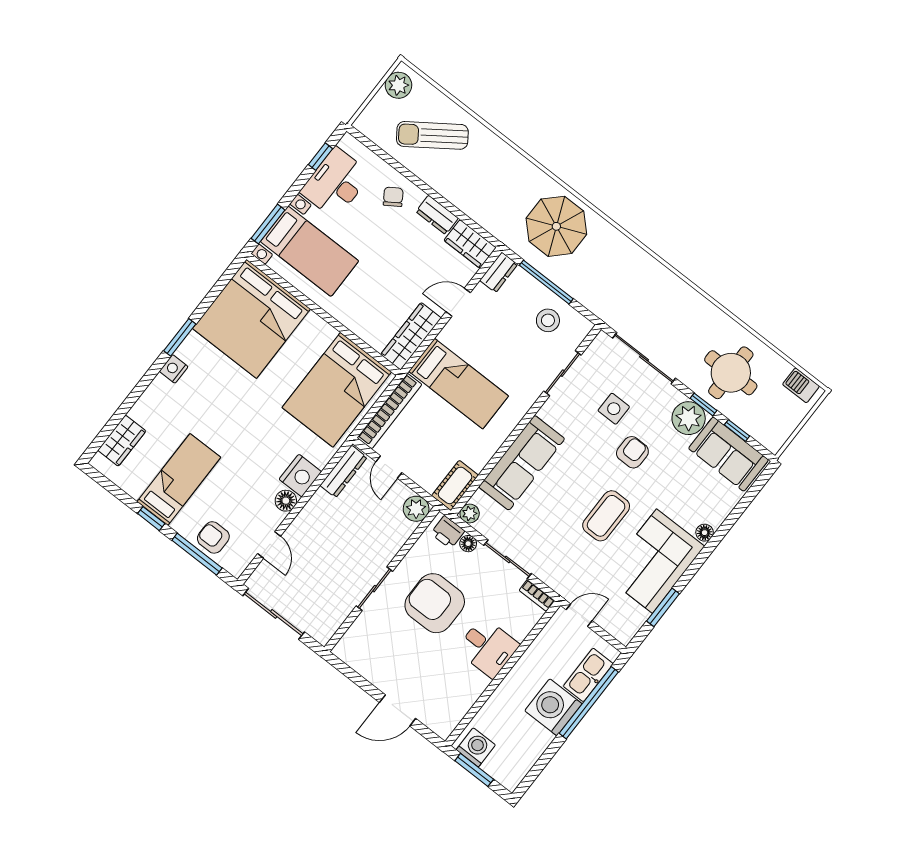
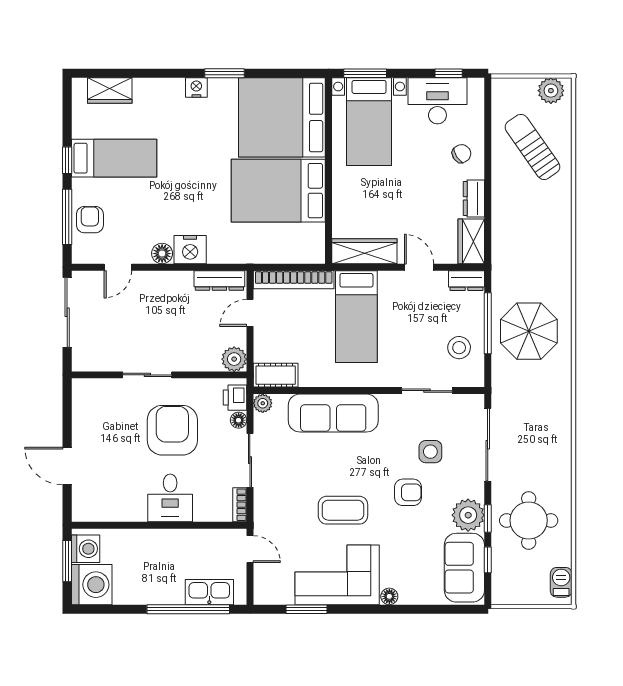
parasol: (556, 226) -> (529, 331), moved
bed: (337, 390) -> (278, 191), moved
washing machine: (553, 707) -> (92, 585), moved, turned 90

